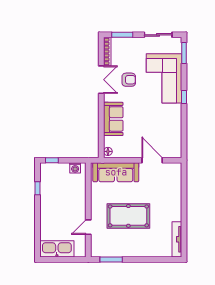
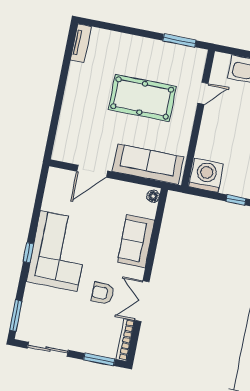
corner sofa: (164, 78) -> (59, 251), moved
door: (152, 160) -> (92, 171), hinge flipped
washing machine: (75, 168) -> (206, 175), width x1.89, depth x1.89
tv unit: (177, 239) -> (81, 43), width x0.71

